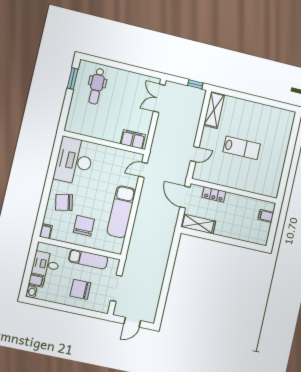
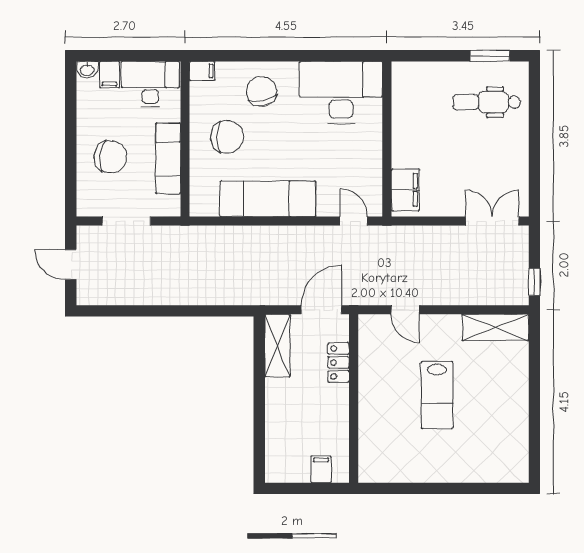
desk: (46, 264) -> (150, 84), width x1.37
chair: (80, 289) -> (110, 157), turned 97

